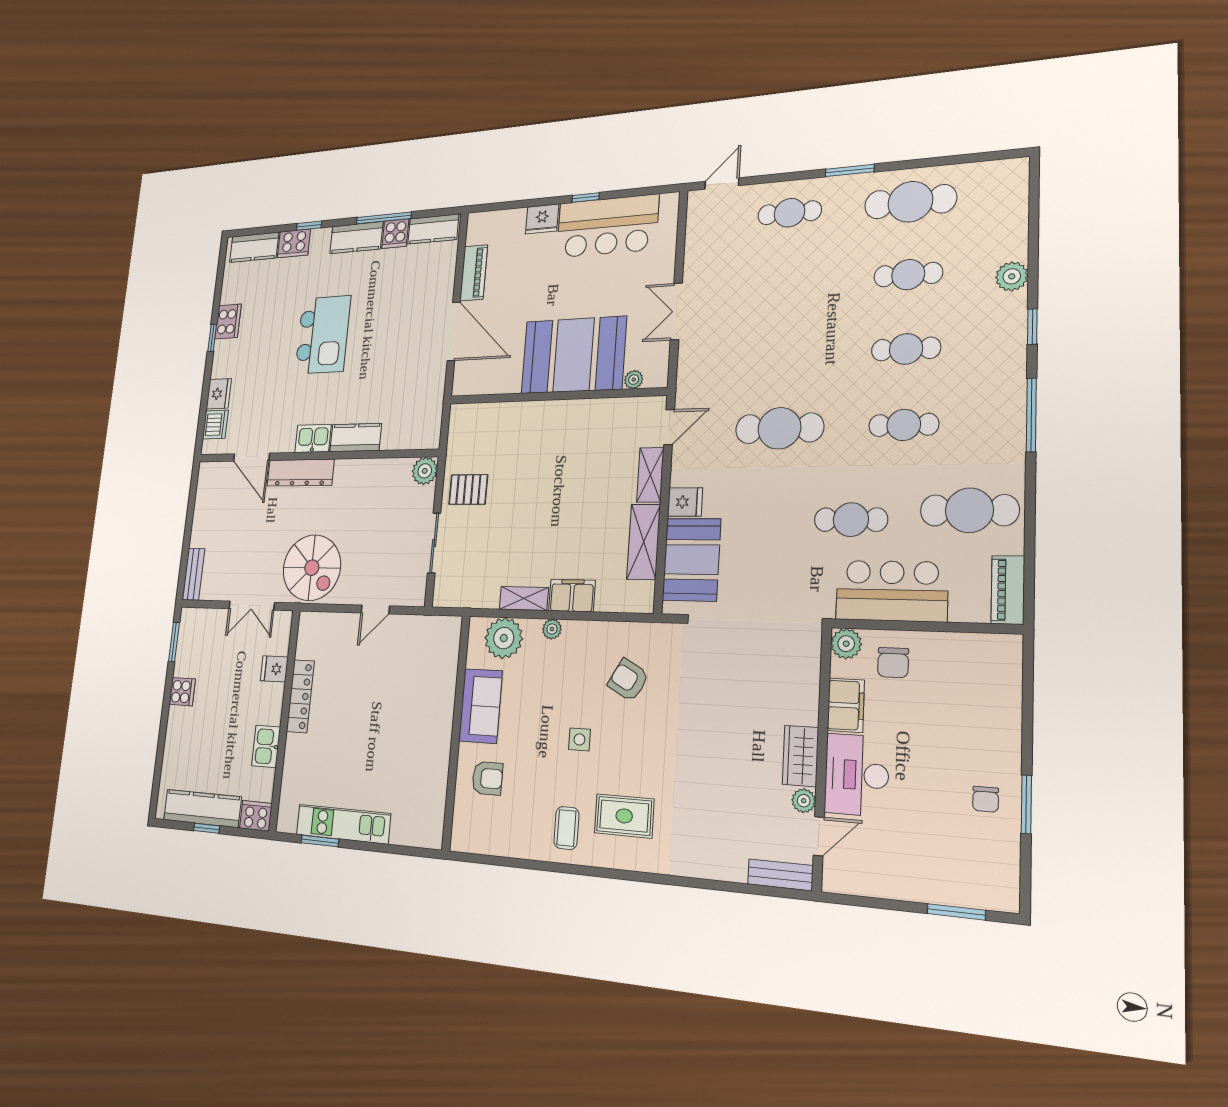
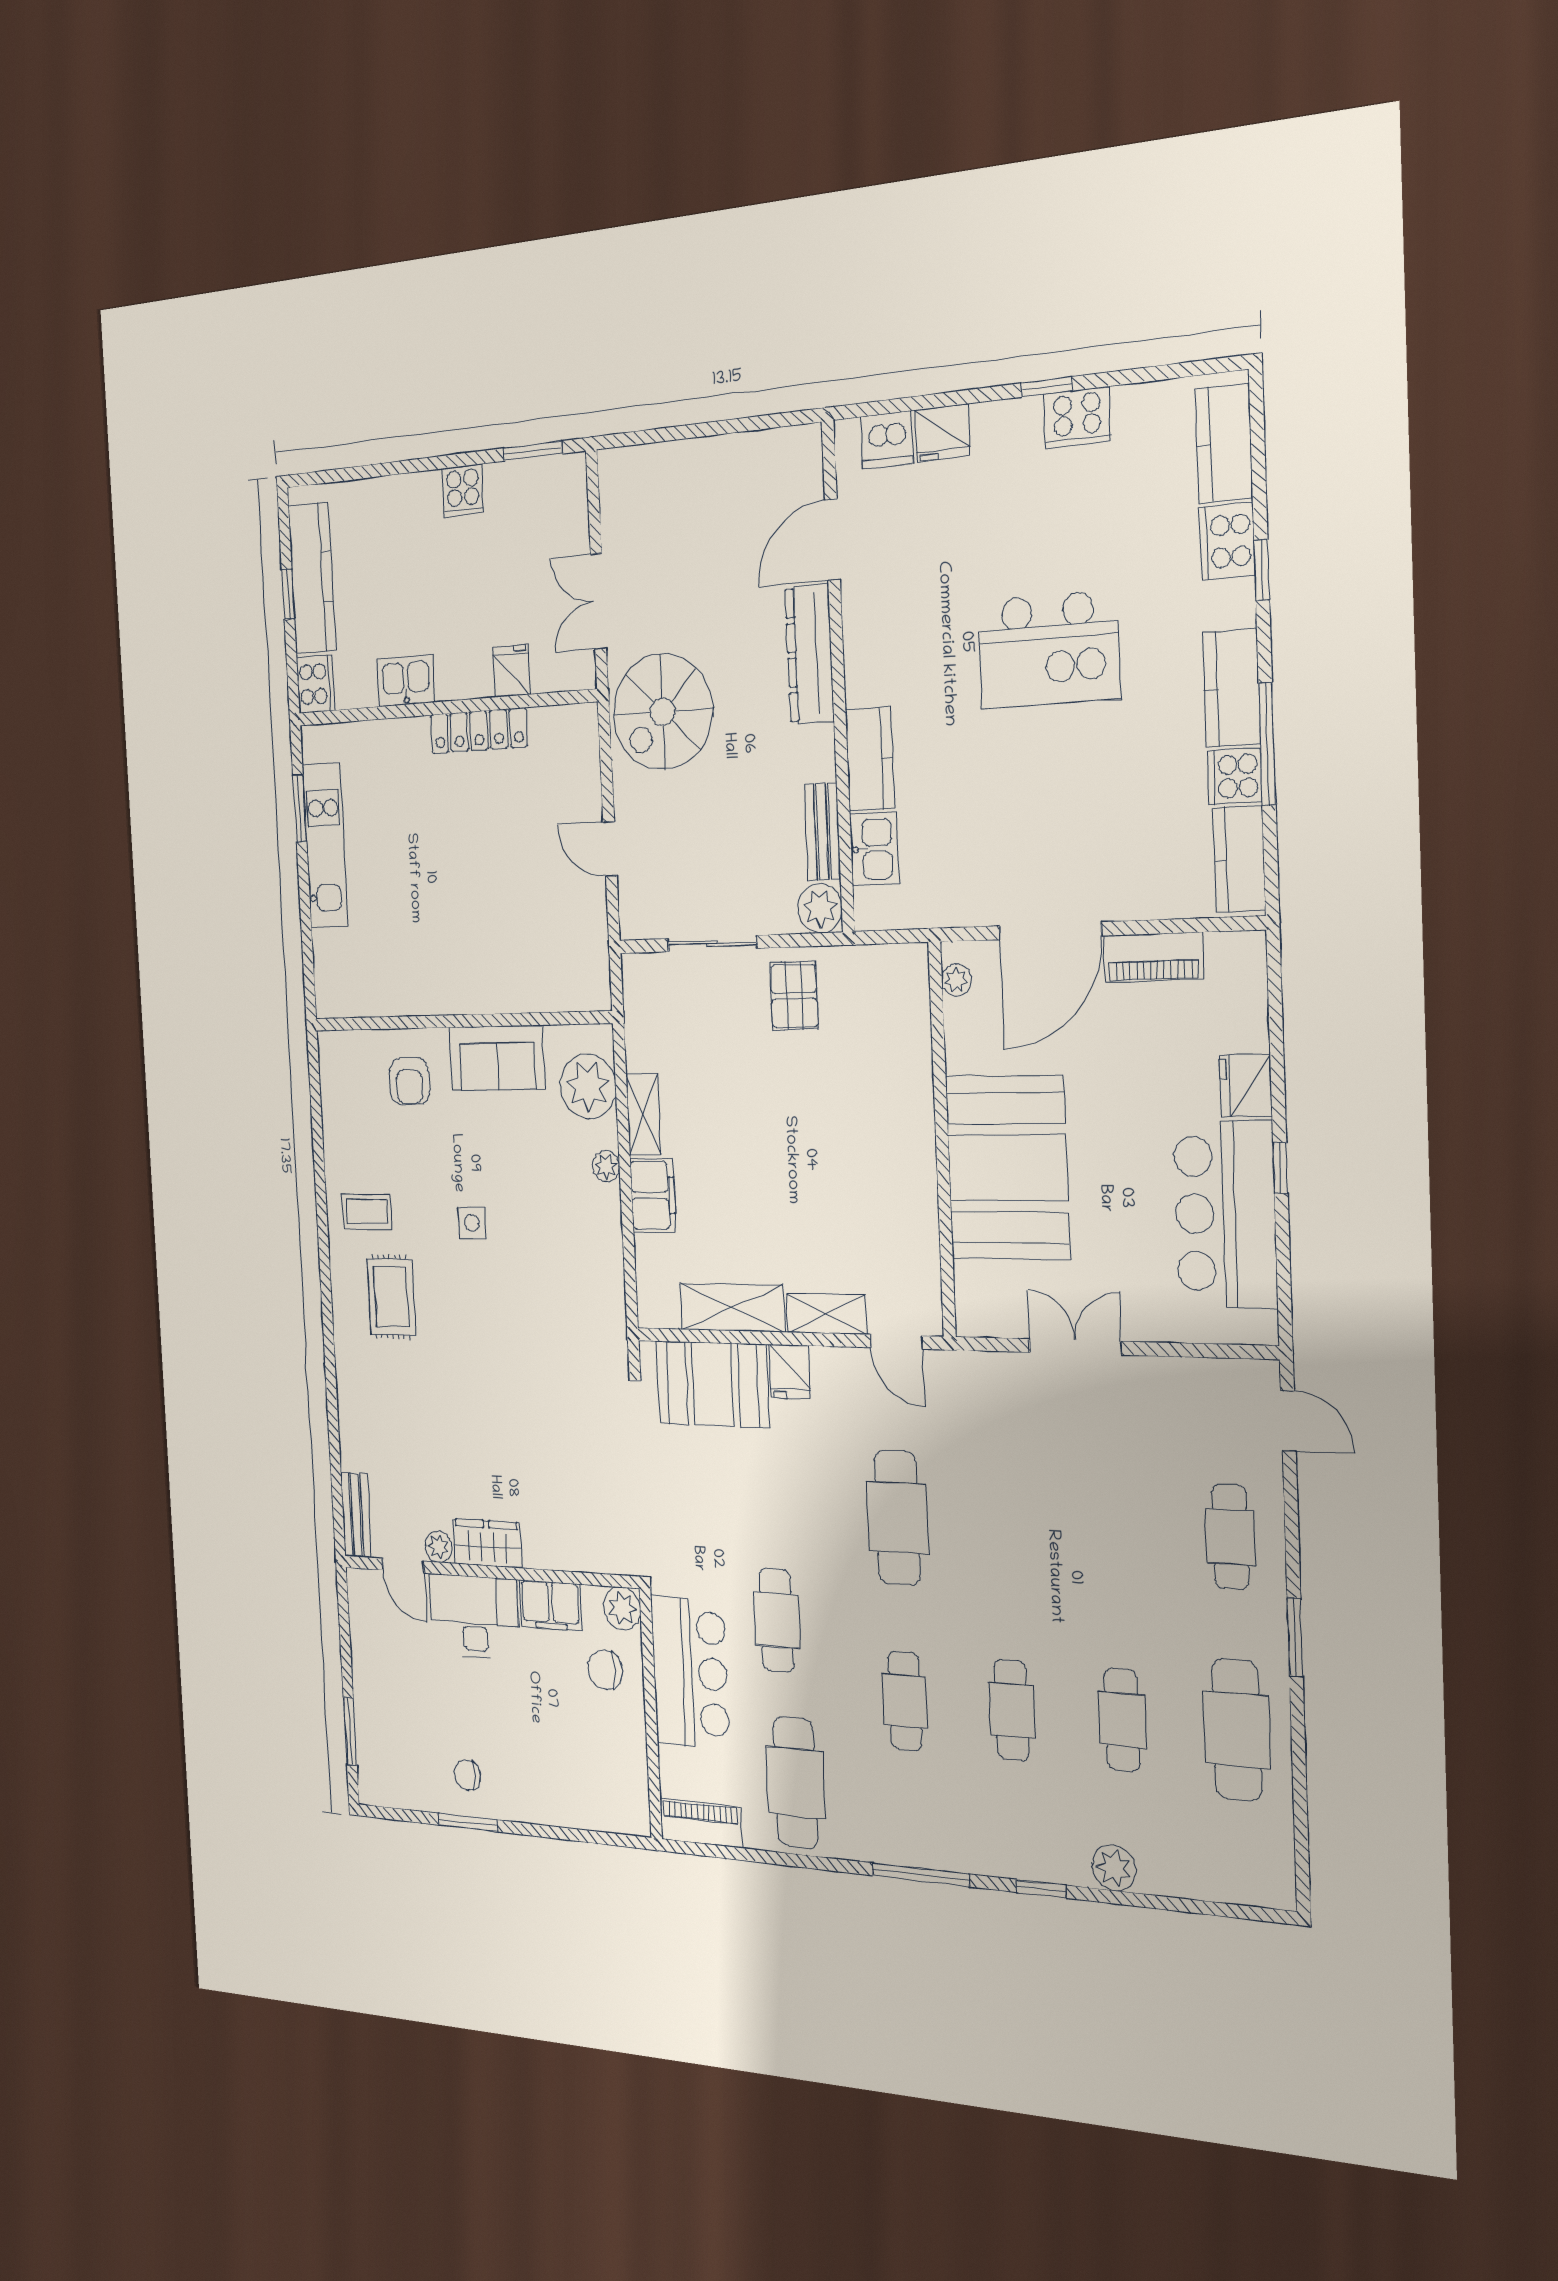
plant: (634, 380) -> (956, 980), moved
kitchen sink: (313, 438) -> (874, 849), moved
bench: (193, 574) -> (822, 832), moved, turned 90
armchair: (628, 680) -> (552, 1293), removed

